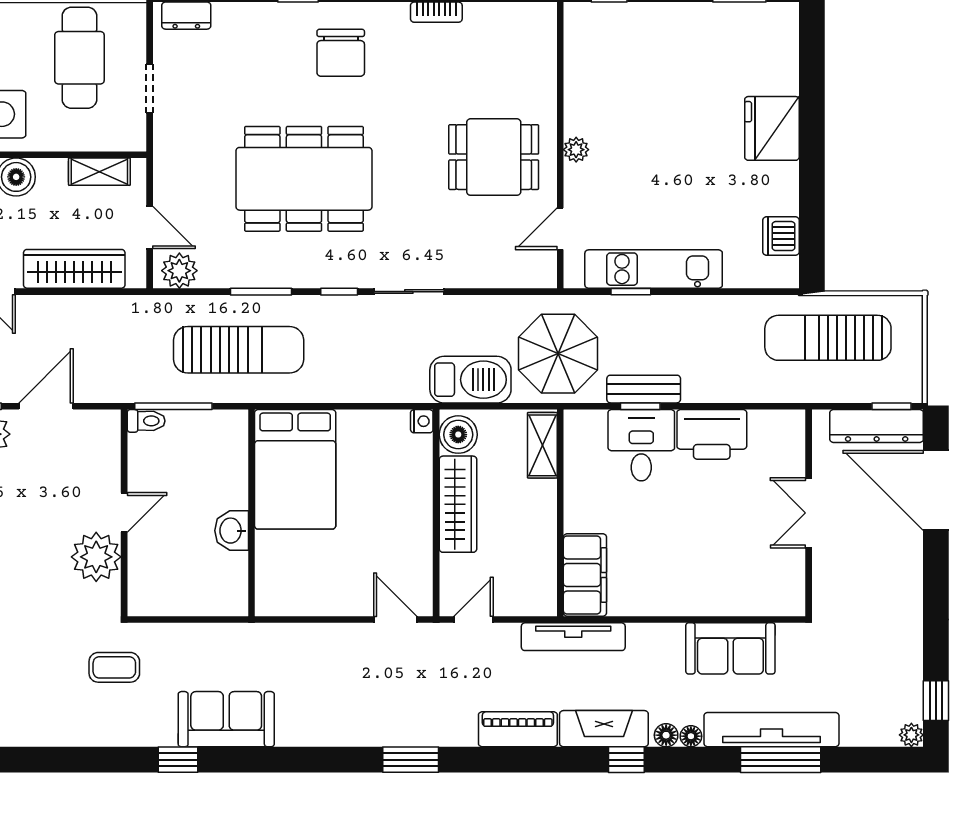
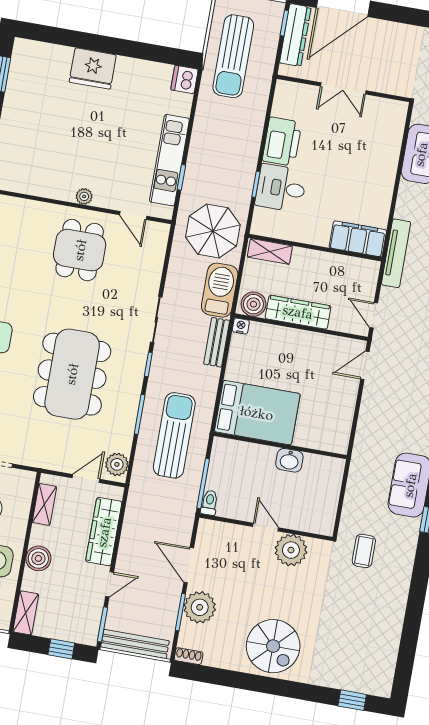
dishwasher: (781, 236) -> (185, 80), moved, turned 90
bench: (644, 389) -> (217, 342), moved

